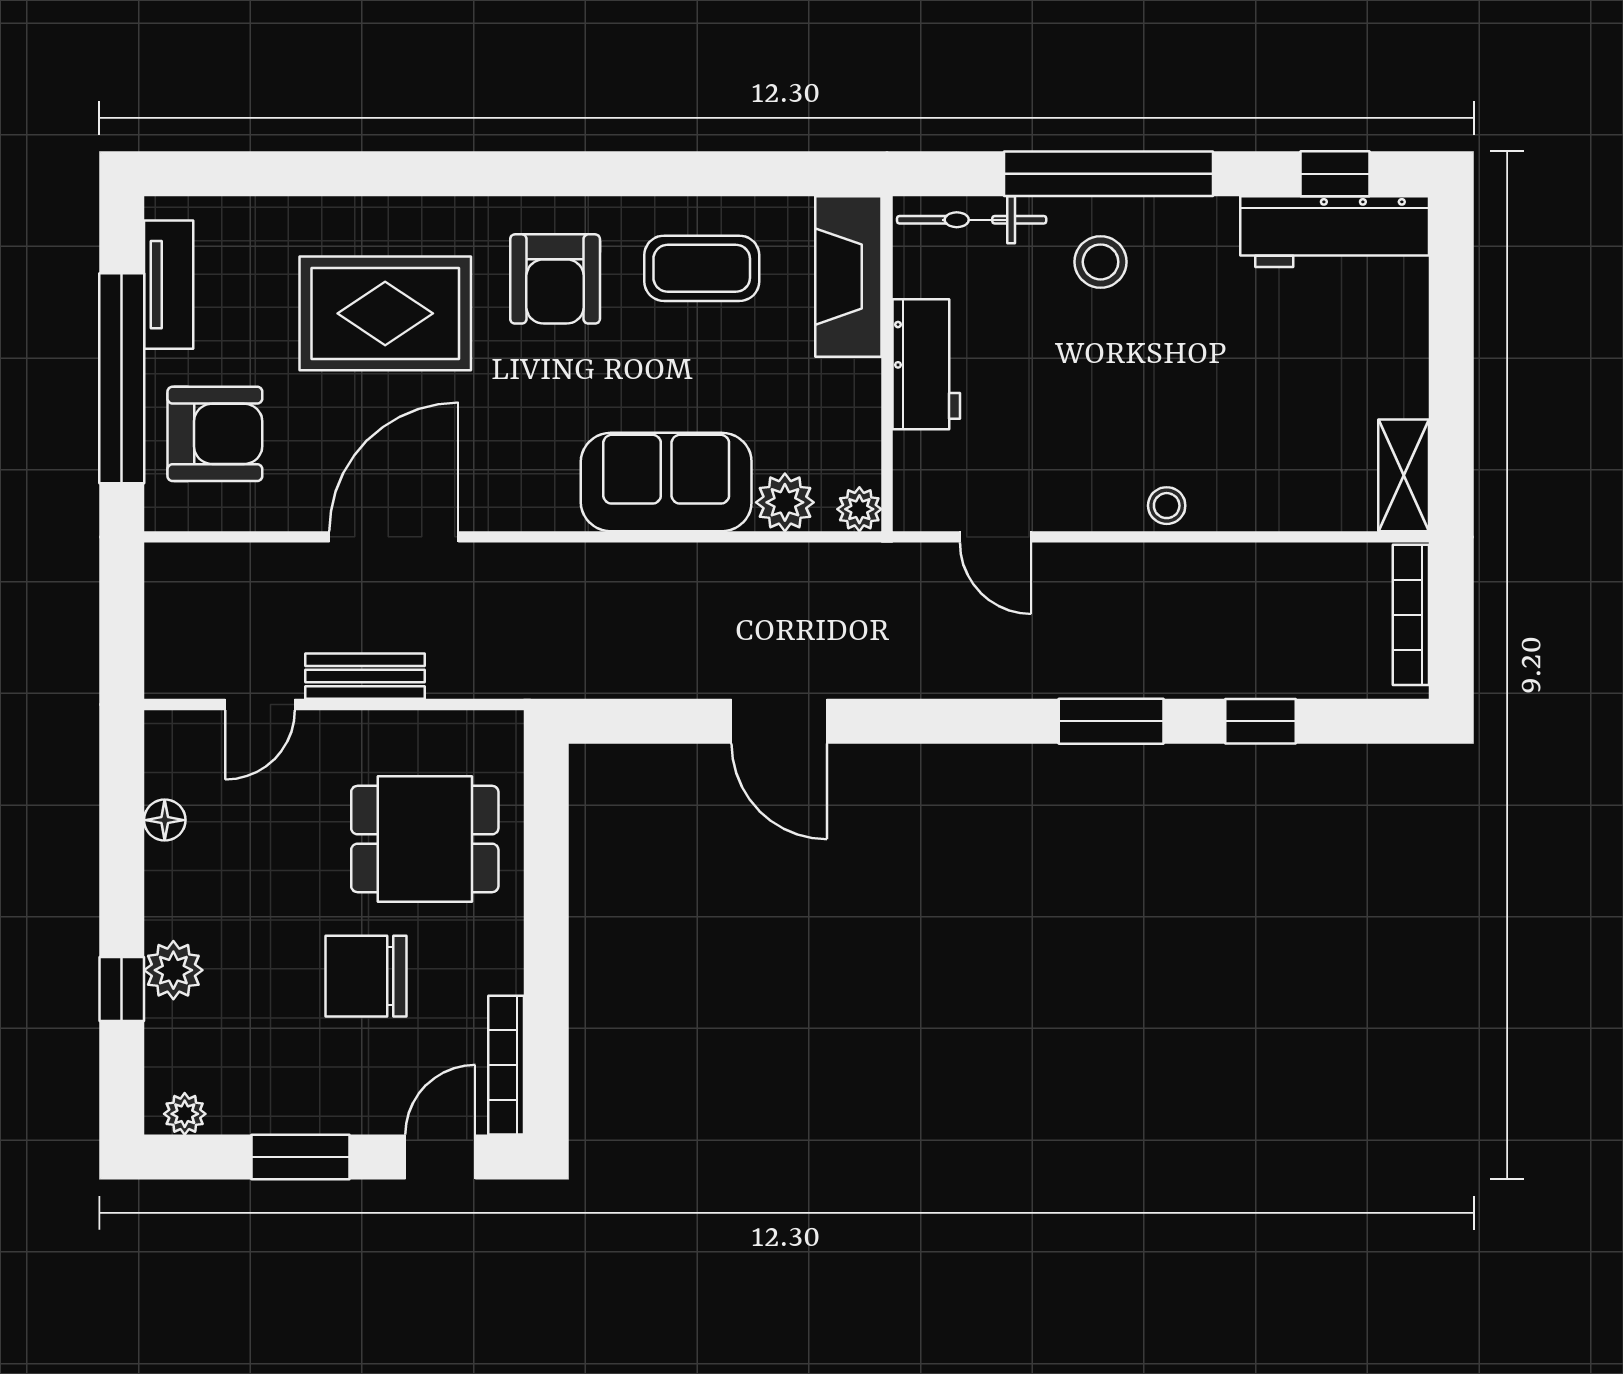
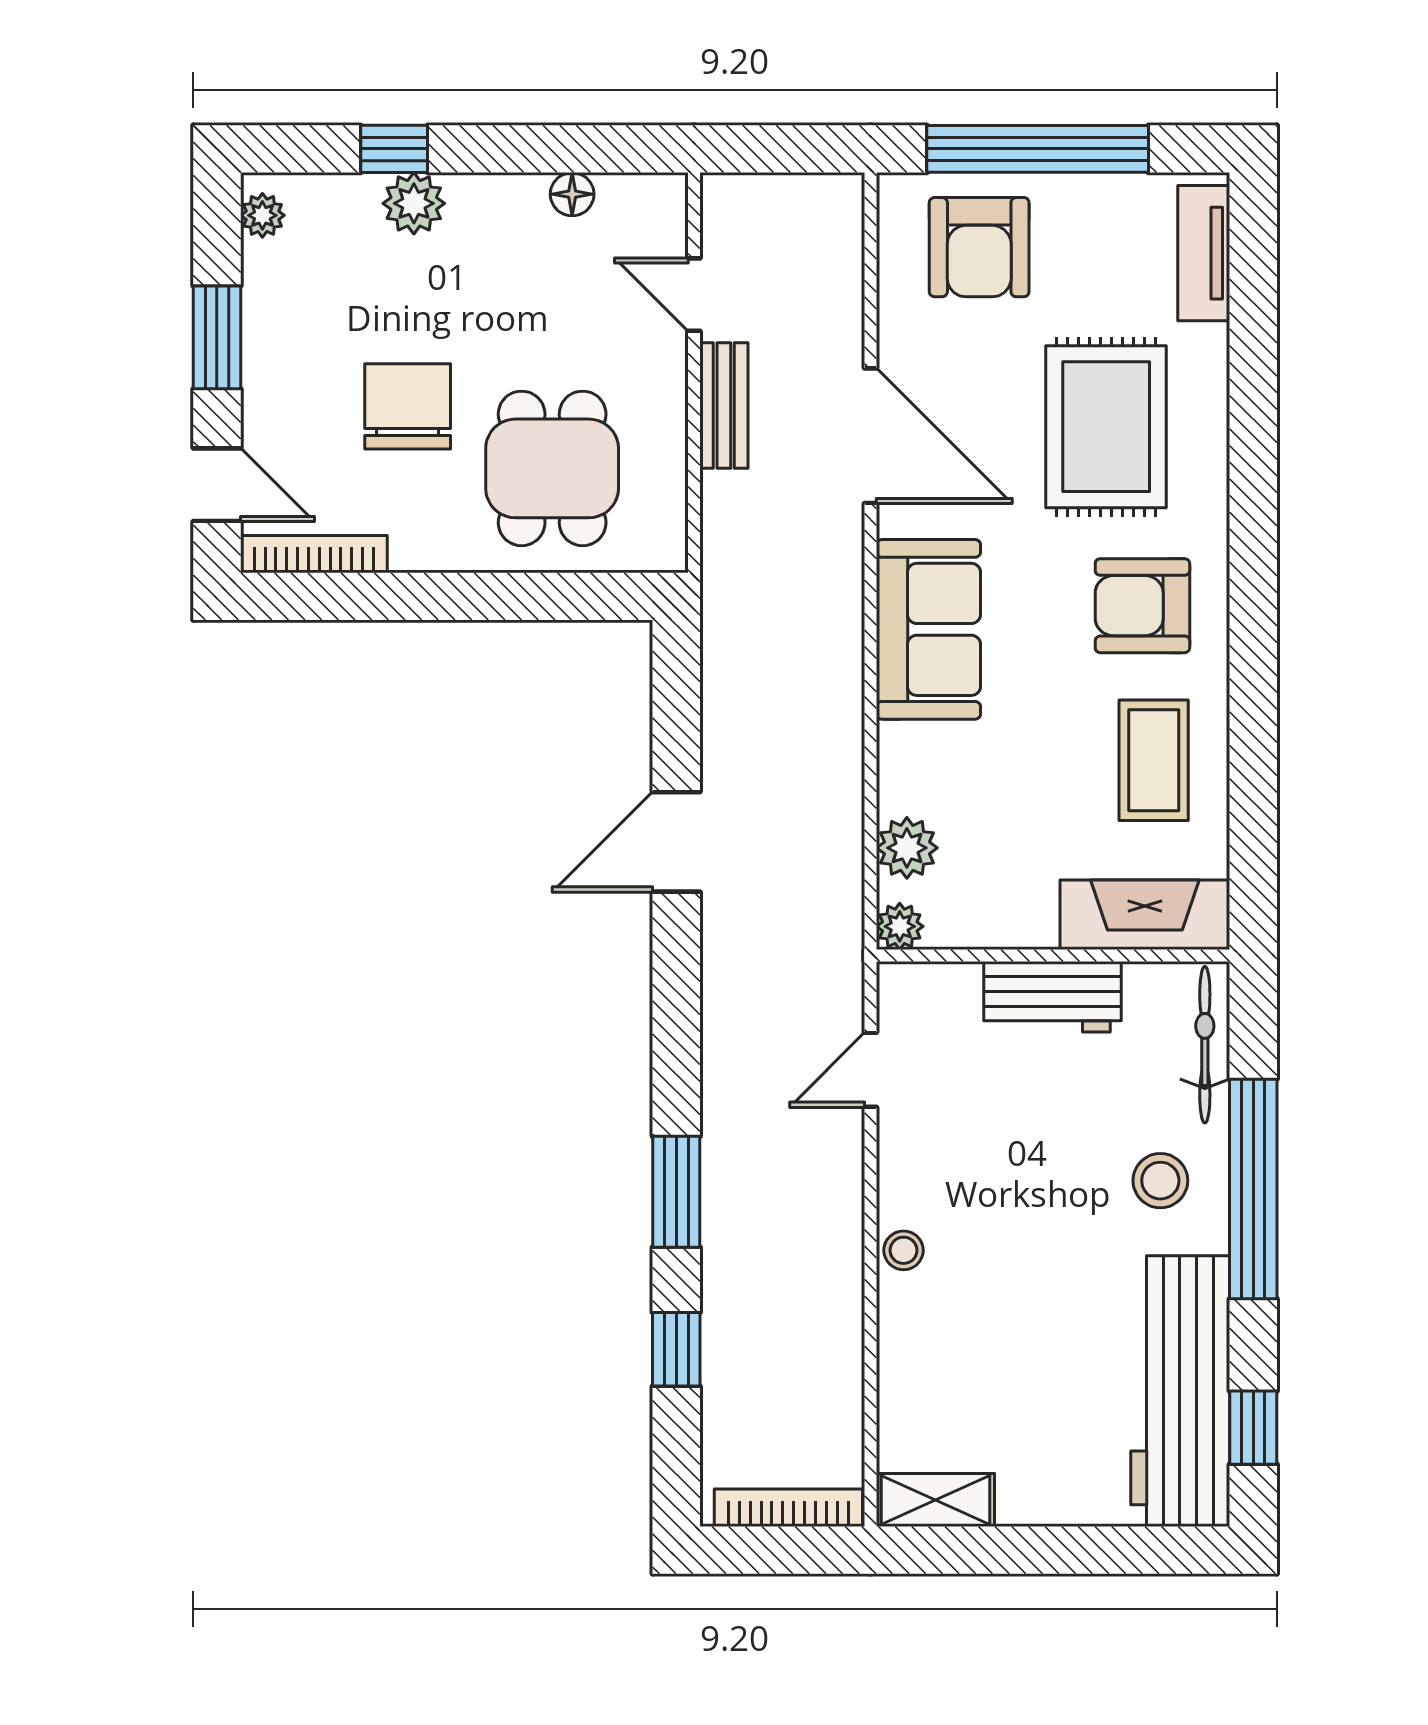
workbench: (1335, 232) -> (1180, 1391), width x1.36, depth x1.32
tv unit: (169, 285) -> (1204, 253), moved, turned 90
sofa: (666, 482) -> (928, 629), moved

